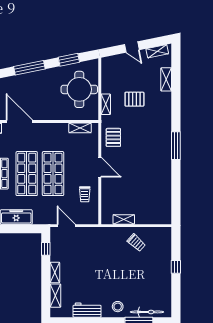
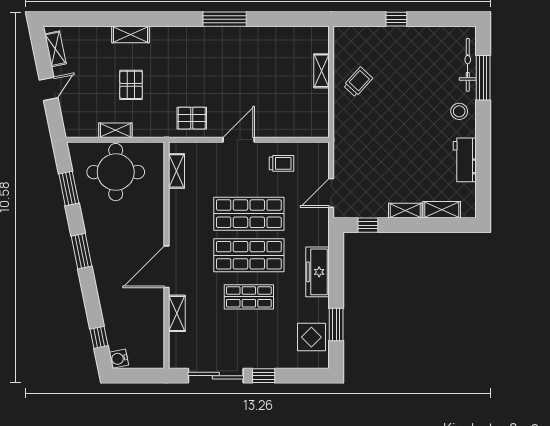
window: (29, 68) -> (82, 251), width x0.69
shelving: (166, 79) -> (130, 35), moved
shelving: (106, 104) -> (115, 130), moved
window: (176, 146) -> (225, 19), moved
shelving: (124, 219) -> (321, 71), moved

